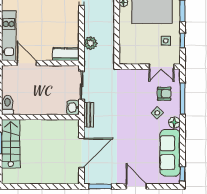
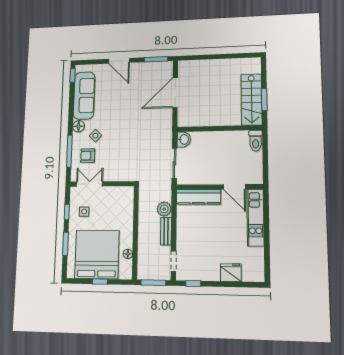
kitchen counter: (66, 54) -> (199, 197), width x1.50
bench: (89, 115) -> (166, 231), moved

